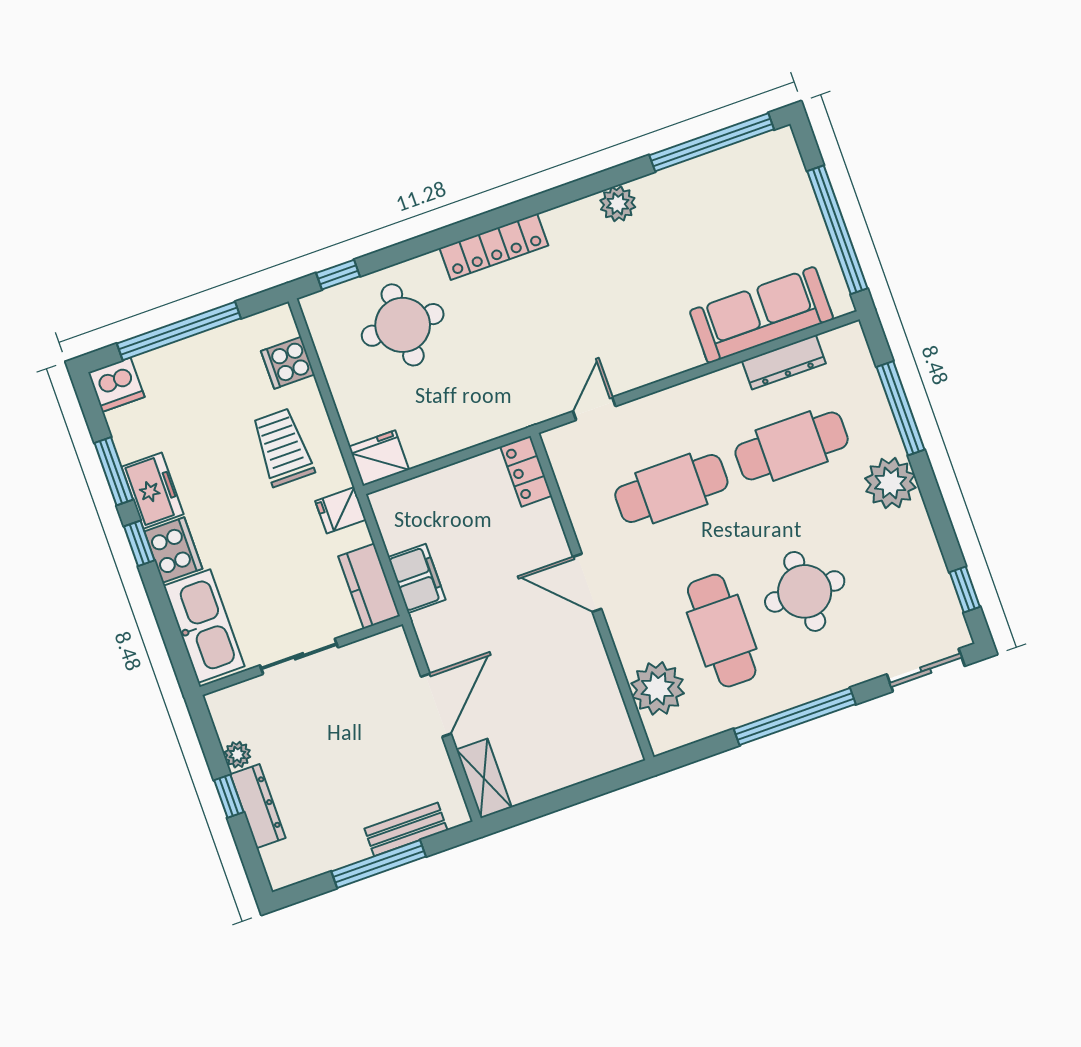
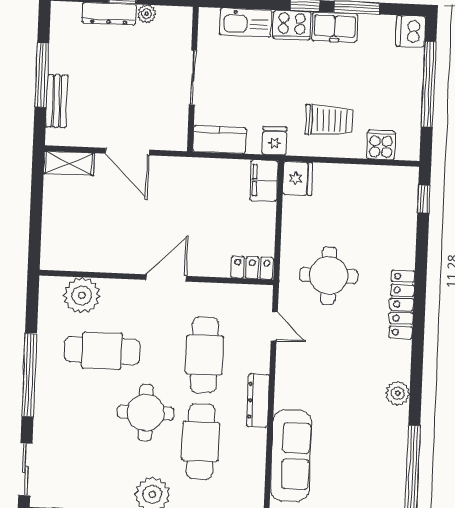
round table: (403, 325) -> (329, 275), moved
dresser: (784, 362) -> (258, 401), moved
filing cabinet: (417, 578) -> (264, 180), moved, turned 90
round table: (805, 591) -> (146, 413), moved
kitchen sink: (204, 626) -> (246, 22), width x0.73, depth x0.81

